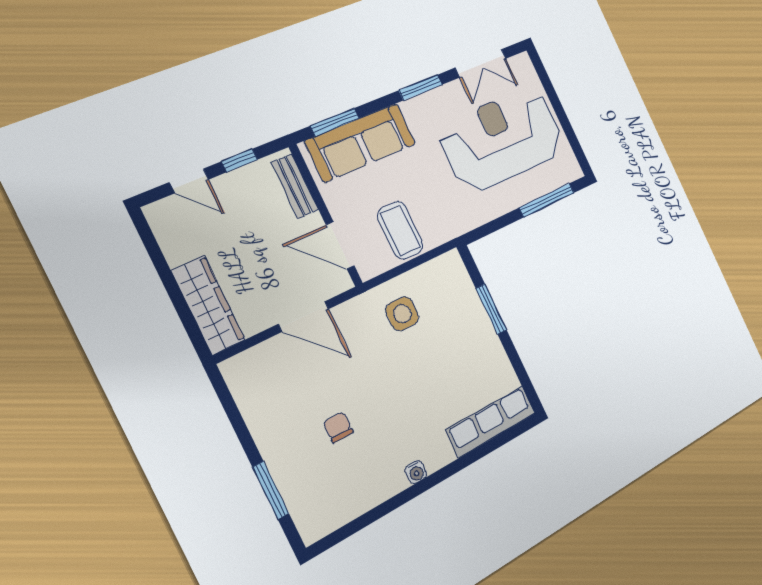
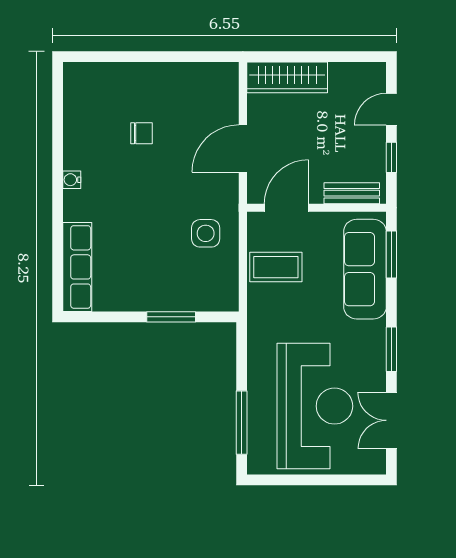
window: (271, 490) -> (121, 57), removed

